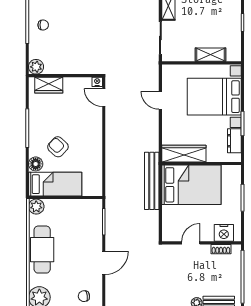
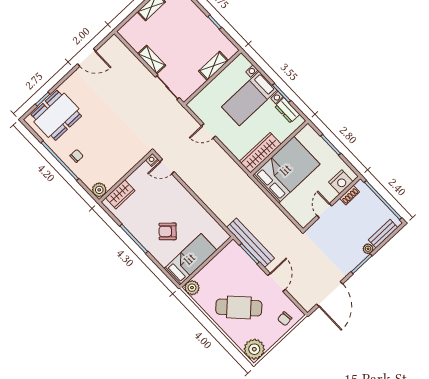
bed with nightstands: (214, 97) -> (249, 99), width x0.73
floor lamp: (36, 164) -> (163, 258), removed
bench: (152, 181) -> (250, 243), moved
cafe table: (42, 250) -> (239, 307), moved, turned -44

